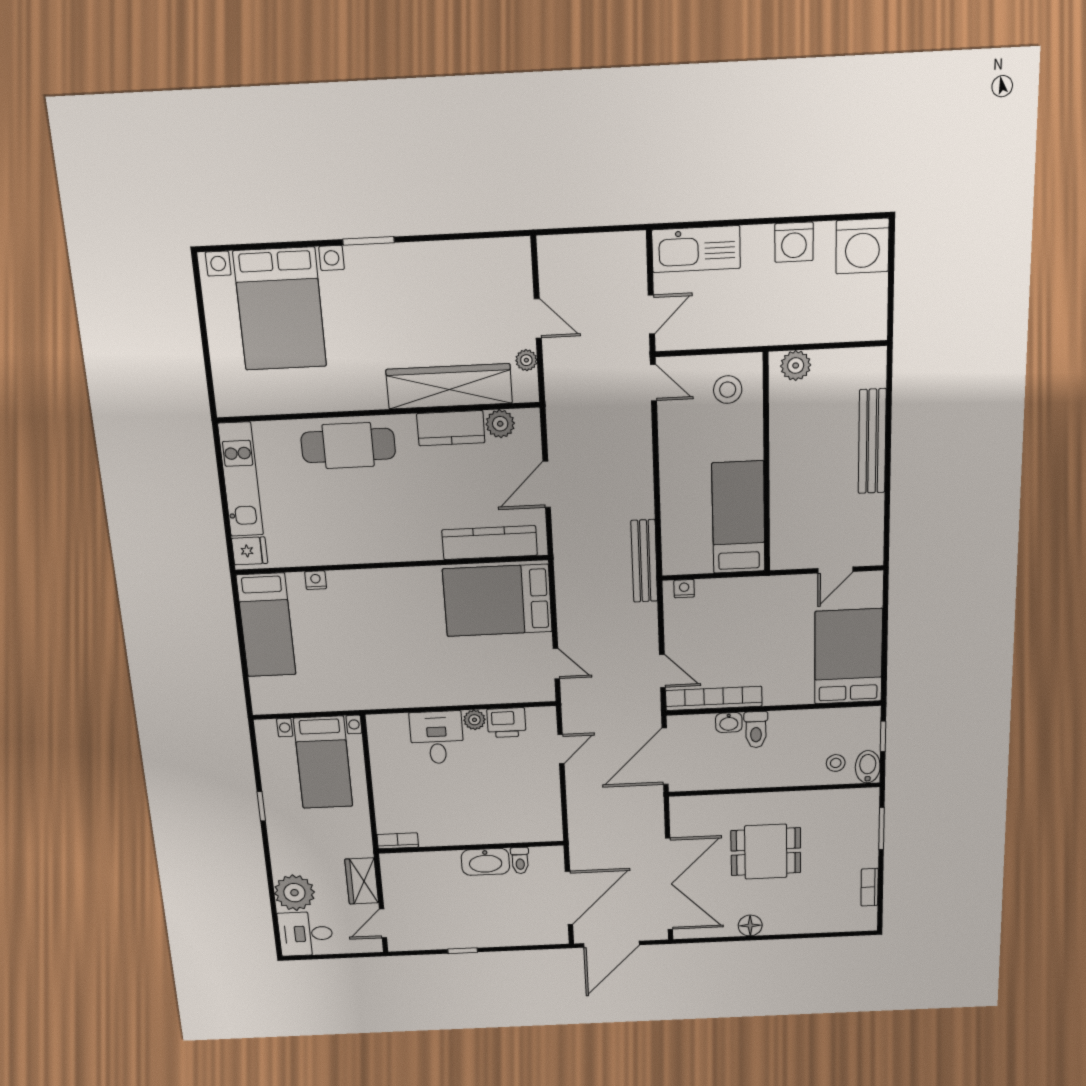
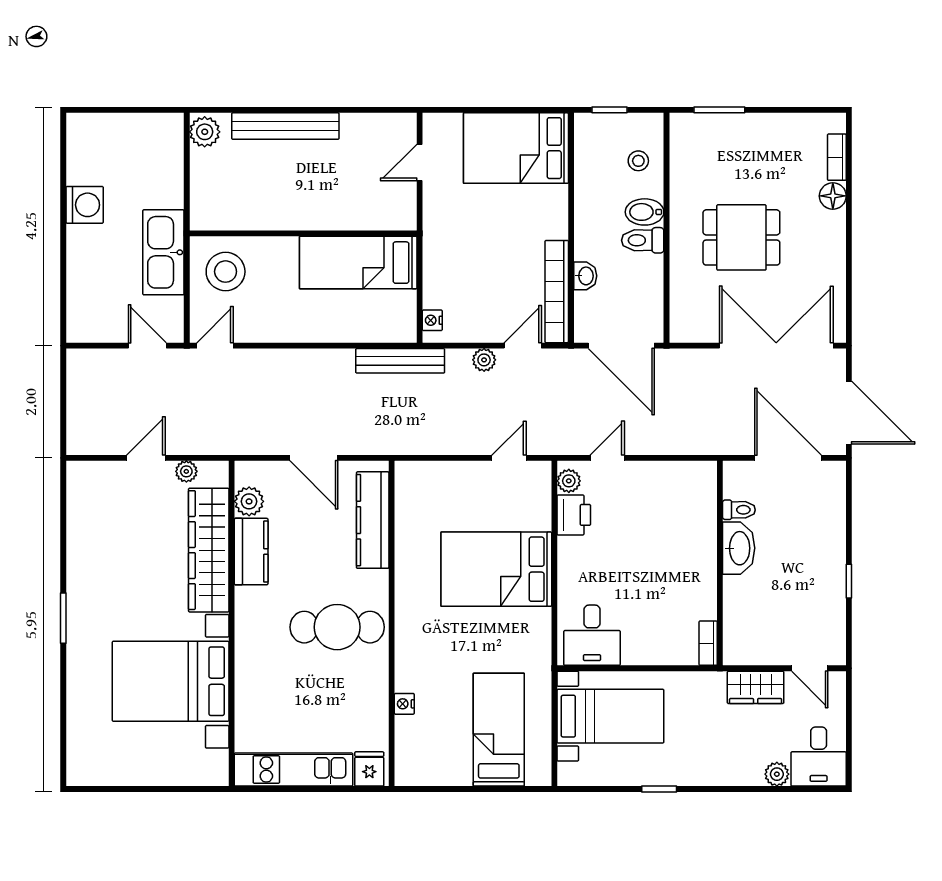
washing machine: (862, 246) -> (92, 138), removed
kitchen sink: (696, 249) -> (163, 252), moved, turned 180
bed with nightstands: (280, 309) -> (171, 681), moved, turned 180
plant: (796, 366) -> (205, 132), moved
stool: (728, 390) -> (226, 272), width x1.38, depth x1.38
cafe table: (348, 446) -> (337, 627), moved, turned 90
door: (835, 570) -> (420, 162), swing flipped
bed: (497, 600) -> (496, 569), moved, turned 90
bed: (266, 625) -> (499, 730), moved, turned -90
plant: (648, 637) -> (484, 360), added
plant: (474, 720) -> (569, 481), moved
toilet: (756, 730) -> (643, 240), moved, turned 180
desk: (437, 738) -> (592, 635), moved, turned -90
door: (561, 749) -> (607, 458), hinge flipped
bidet: (868, 767) -> (645, 212), moved
dining table: (766, 852) -> (741, 237), turned 90
bookcase: (870, 887) -> (837, 157), moved, turned 90
plant: (294, 893) -> (777, 774), width x0.53, depth x0.53
floor lamp: (750, 926) -> (833, 196), moved

